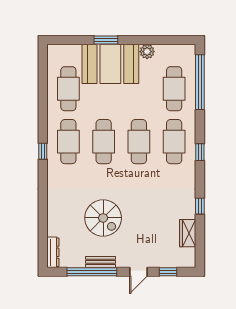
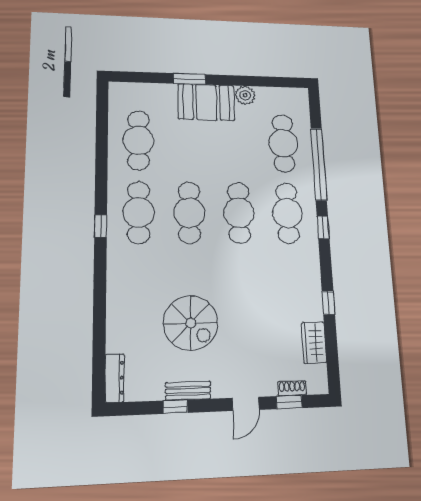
booth: (110, 64) -> (206, 102), width x0.73, depth x0.70
window: (200, 82) -> (319, 164), moved
shoe rack: (170, 263) -> (292, 388), added
window: (92, 272) -> (175, 407), width x0.32

